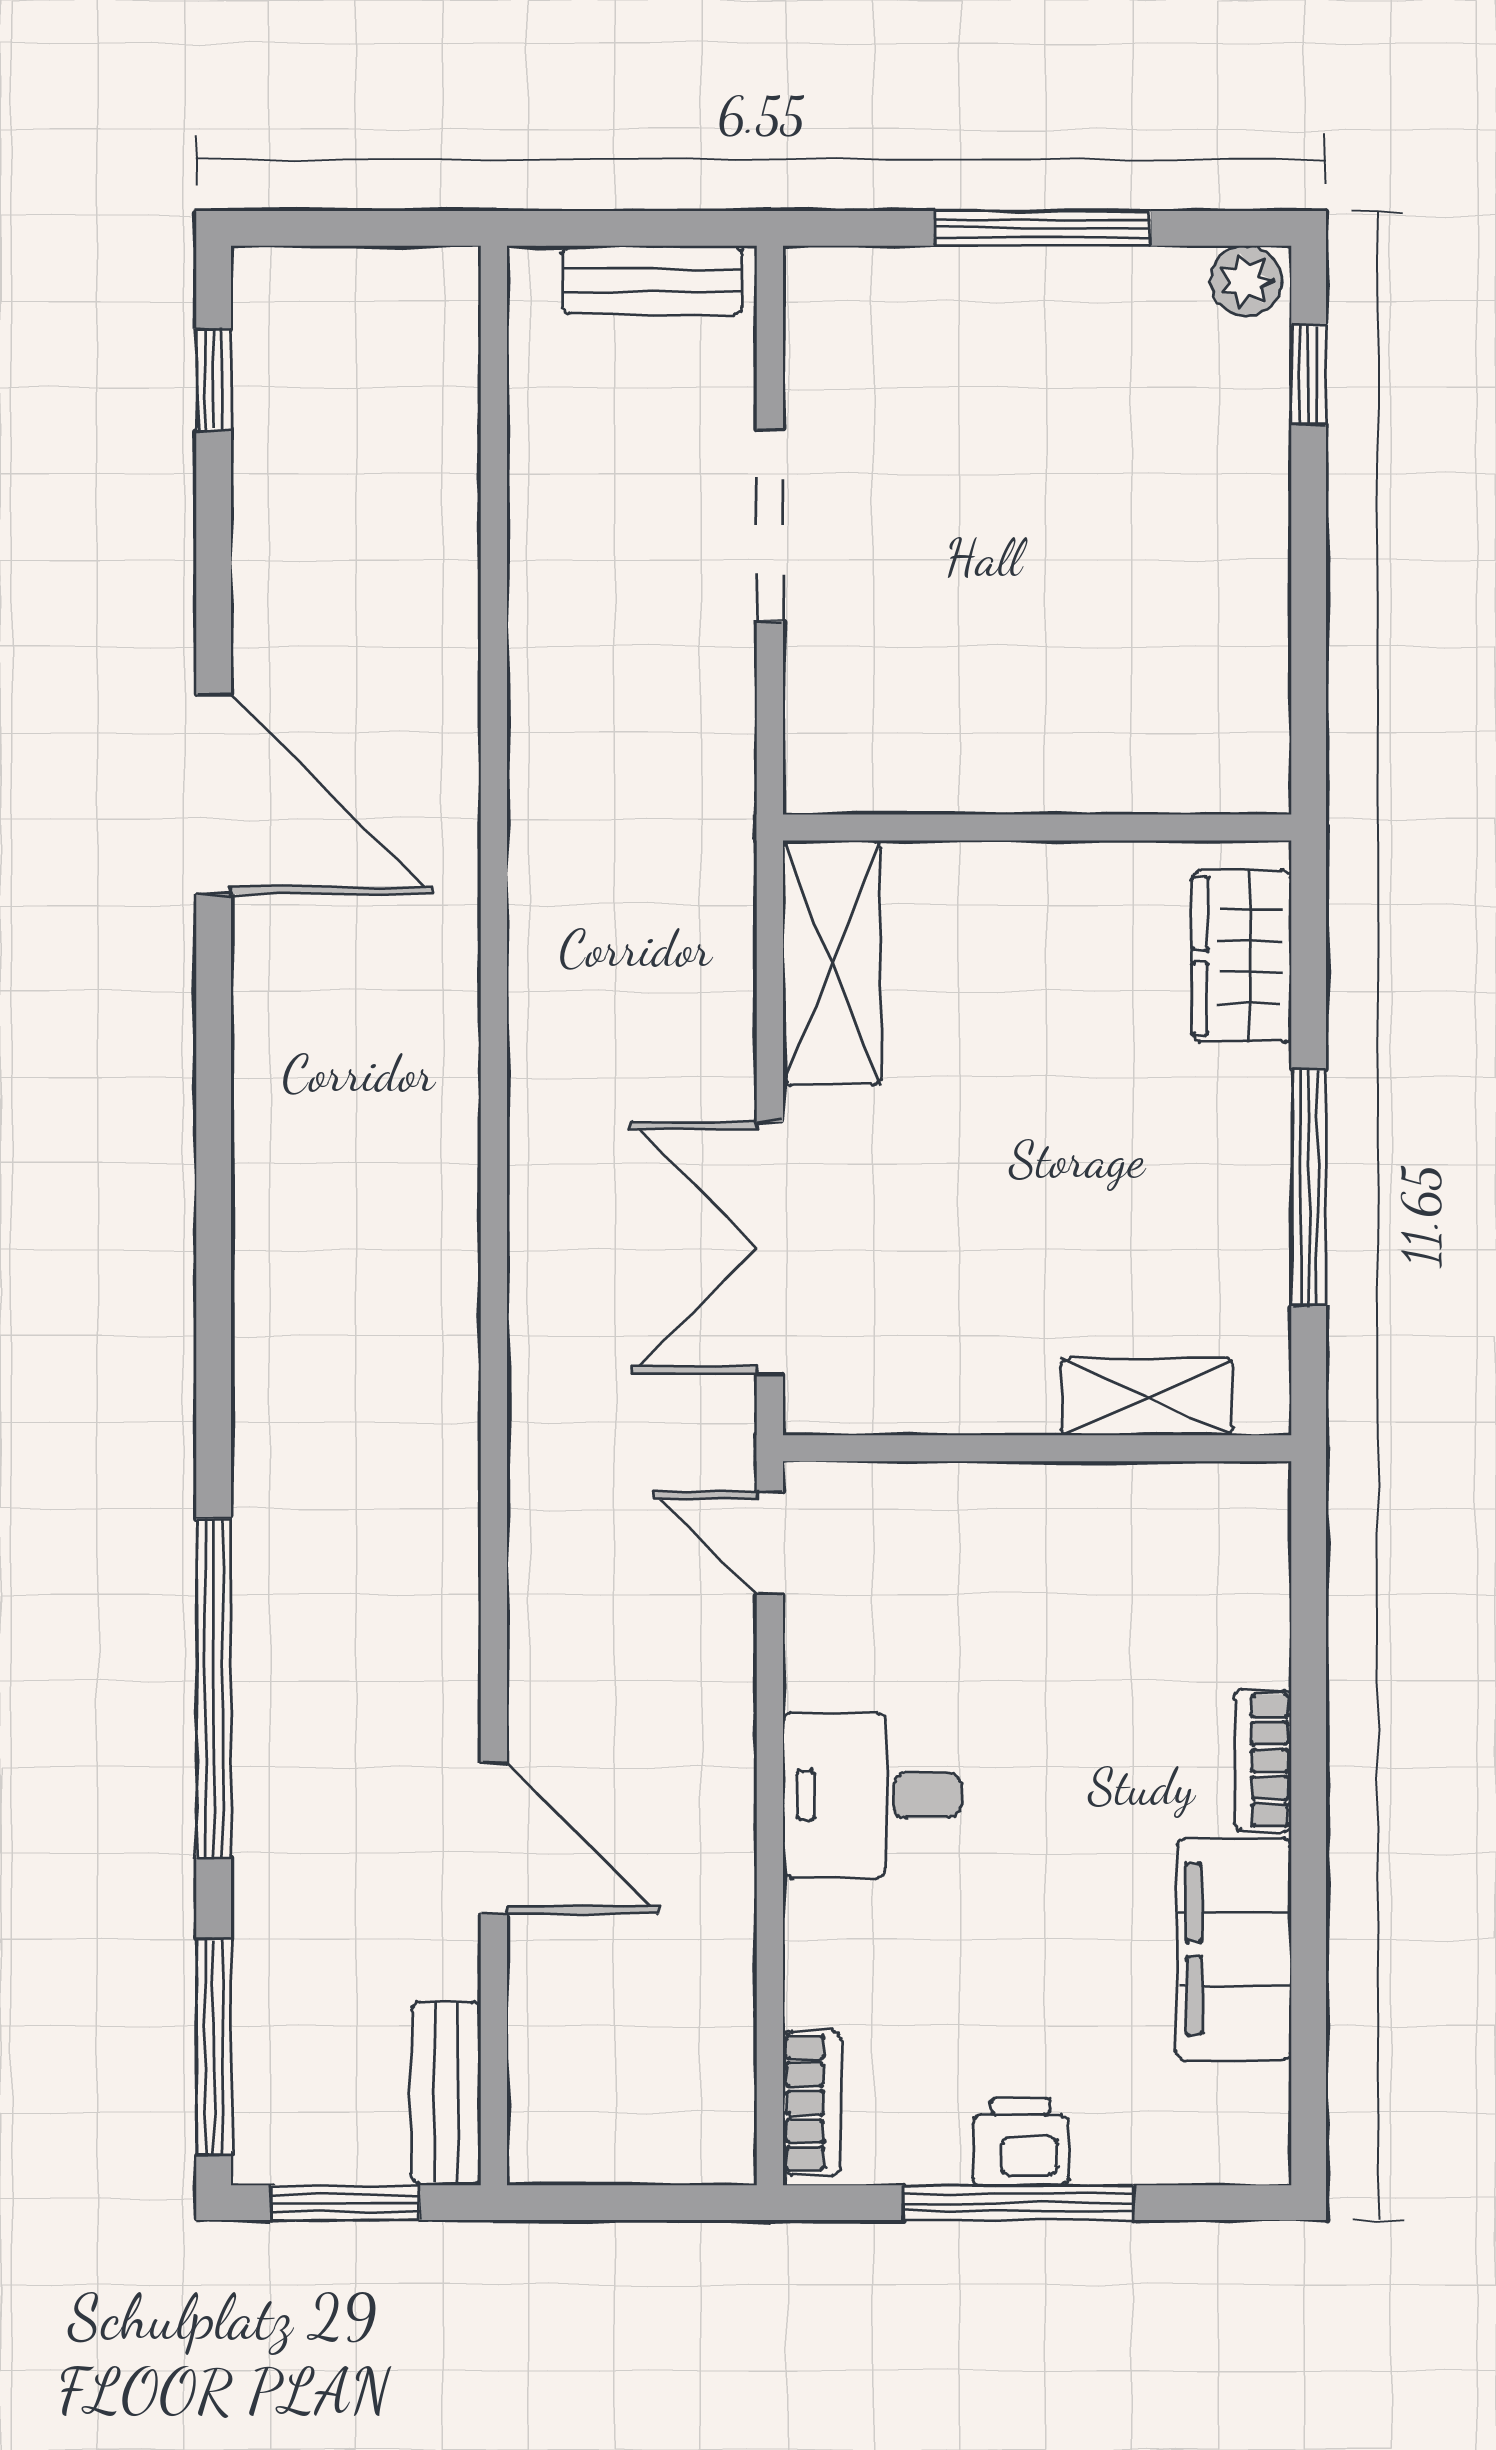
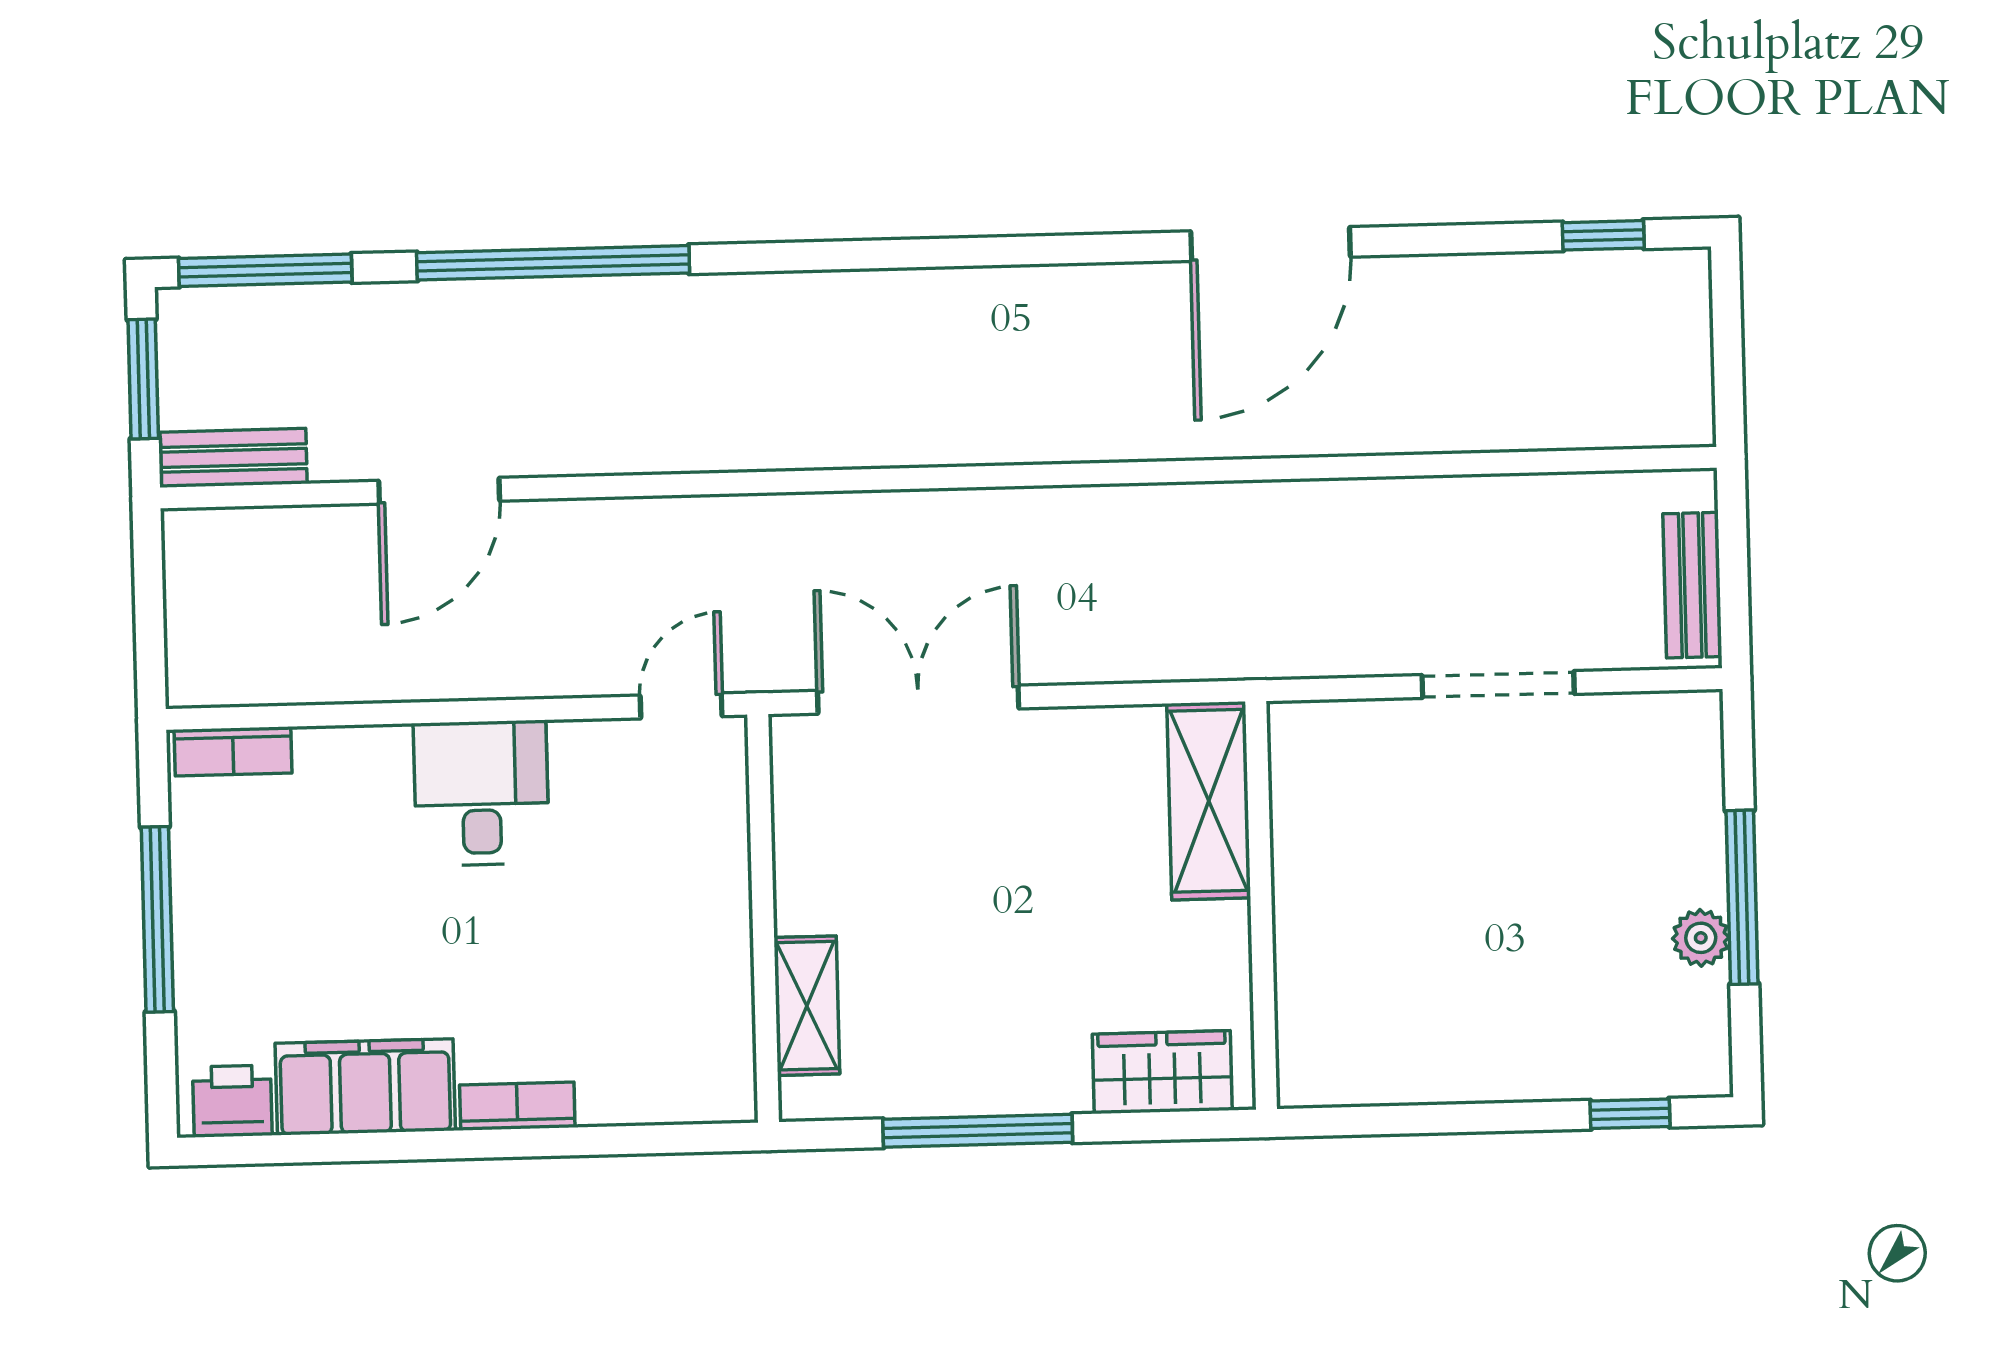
plant: (1246, 281) -> (1701, 938), moved
shelving: (832, 963) -> (1209, 801), moved, turned 90
printer: (1021, 2141) -> (232, 1101), moved, turned -90

